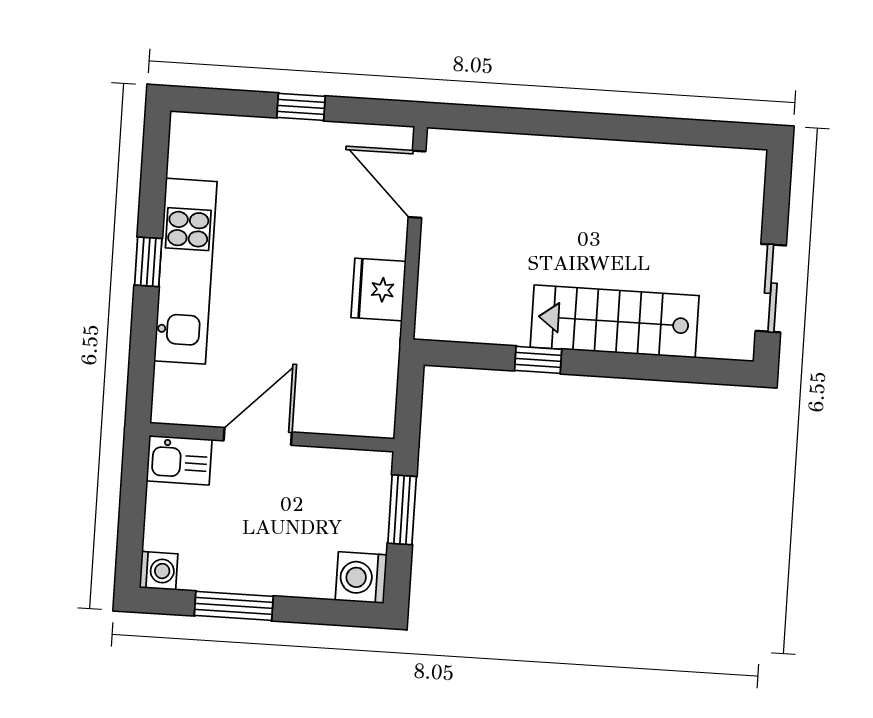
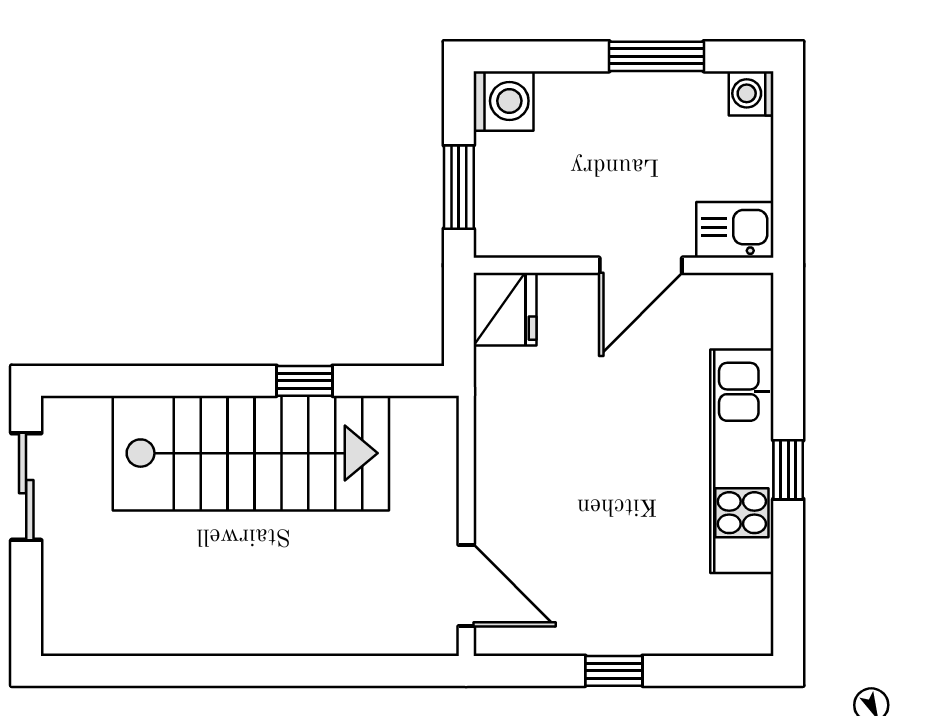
fridge: (378, 290) -> (505, 309), moved
stairs: (615, 321) -> (251, 453), width x1.36, depth x1.51

